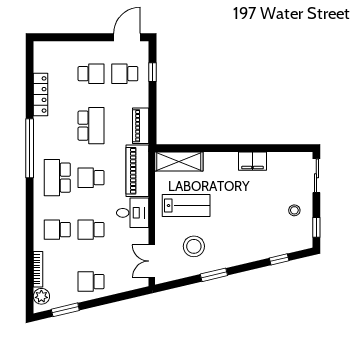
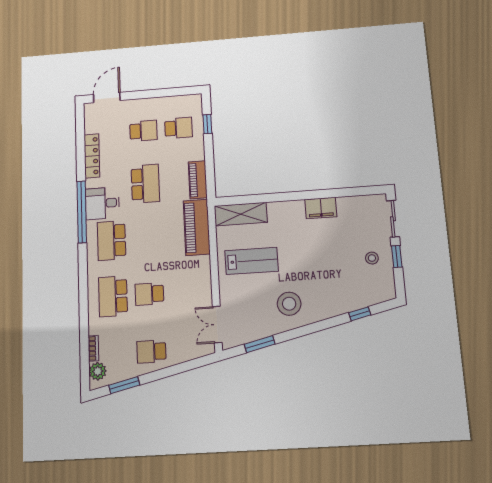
door: (127, 37) -> (107, 98), moved
school desk: (125, 74) -> (179, 128), turned 180
school desk: (91, 178) -> (147, 238), removed
desk: (133, 213) -> (102, 203), moved, turned 180
window: (316, 227) -> (397, 257), moved
school desk: (57, 230) -> (113, 296), width x1.85
stool: (194, 246) -> (289, 304), moved
bookcase: (38, 269) -> (93, 348), width x0.64
window: (214, 275) -> (260, 344), moved

